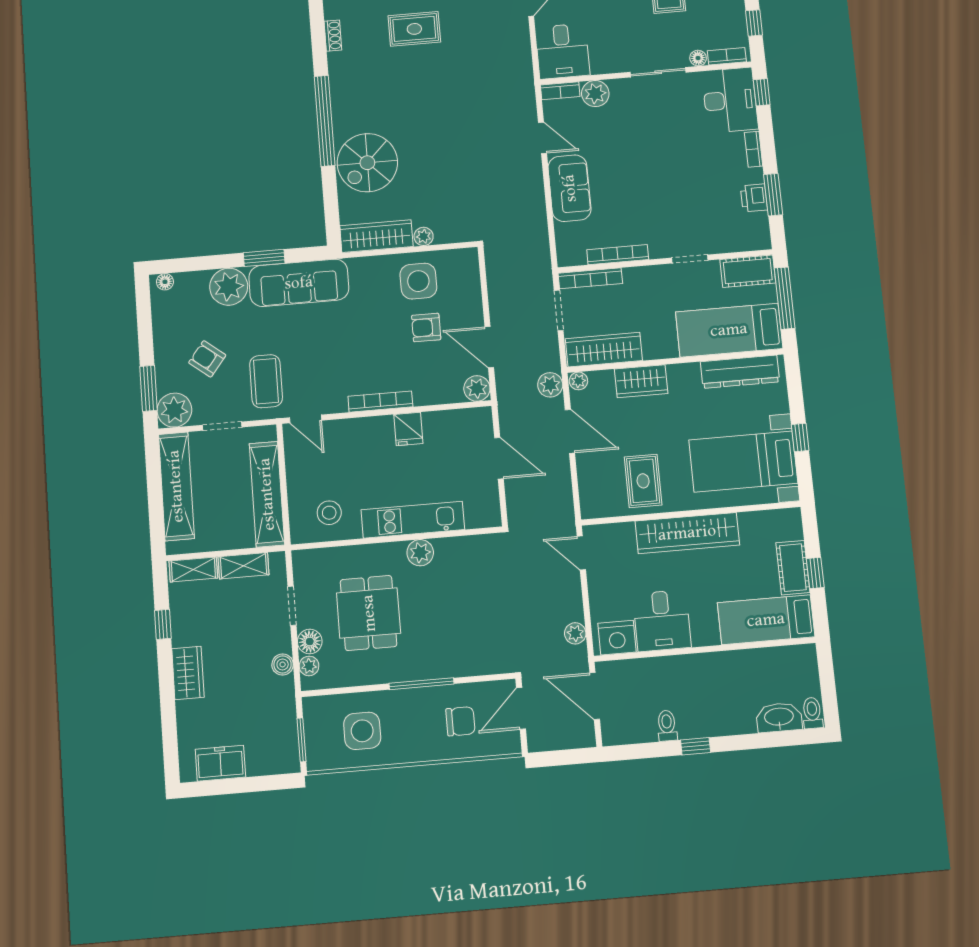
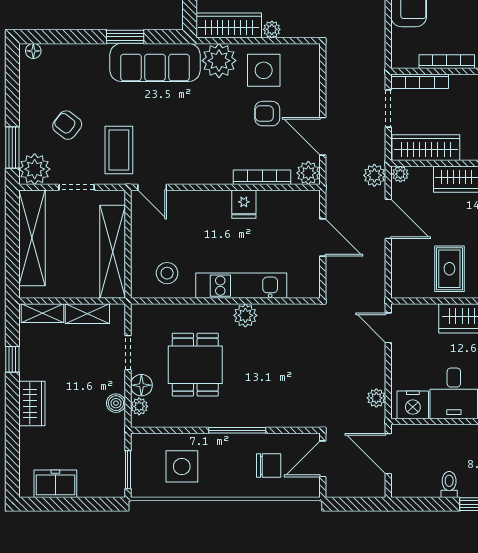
plant: (229, 287) -> (219, 61), moved
bookcase: (380, 402) -> (262, 177), moved

